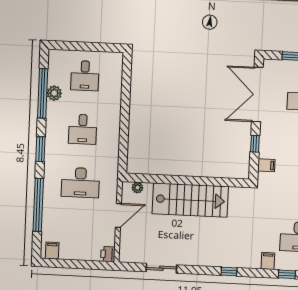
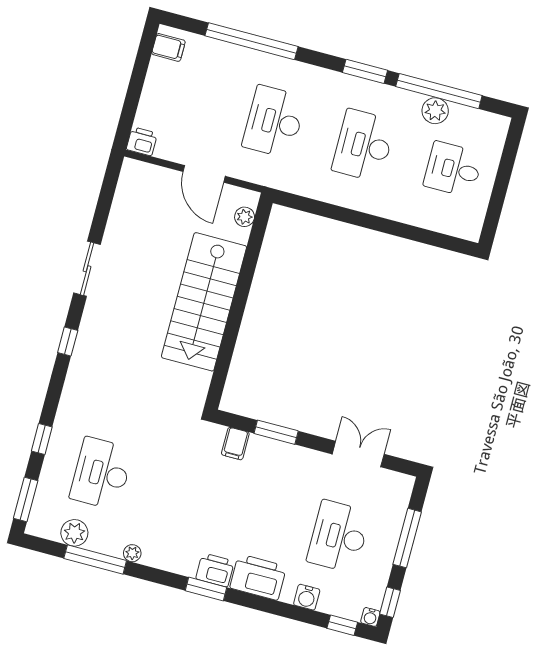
double door: (257, 95) -> (358, 454), width x0.54
desk: (83, 129) -> (364, 145), width x1.37
window: (255, 144) -> (276, 432), width x1.50
window: (40, 149) -> (365, 71), moved
filing cabinet: (268, 261) -> (72, 412), removed
sliding door: (161, 268) -> (87, 269), moved

